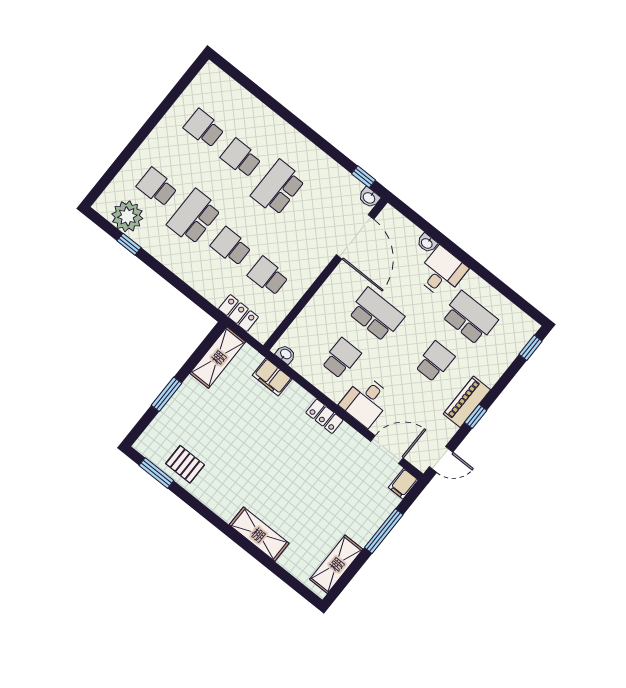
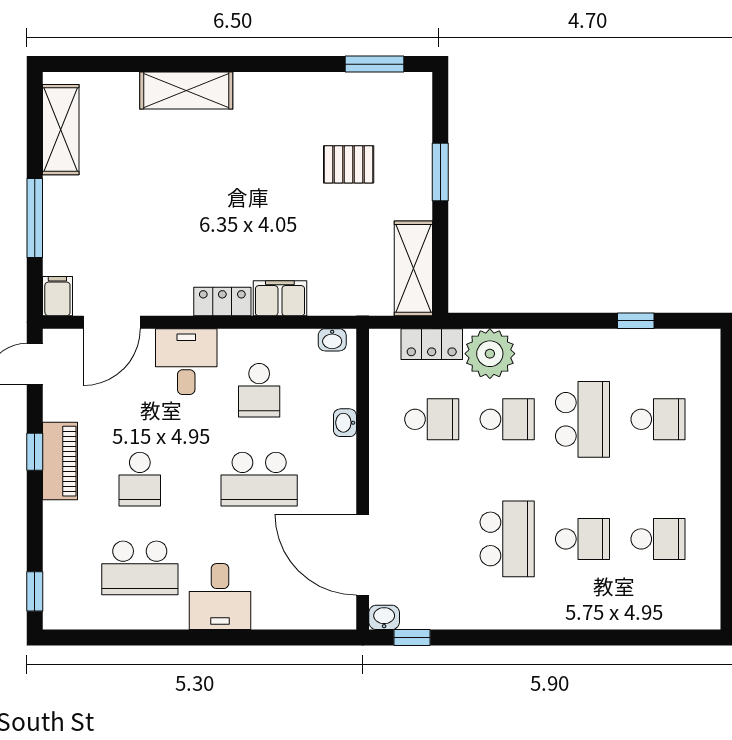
plant: (127, 216) -> (490, 354), moved
washbasin: (427, 243) -> (345, 423), moved, turned -90
filing cabinet: (272, 377) -> (280, 298), moved
pallet: (185, 464) -> (349, 164), moved

